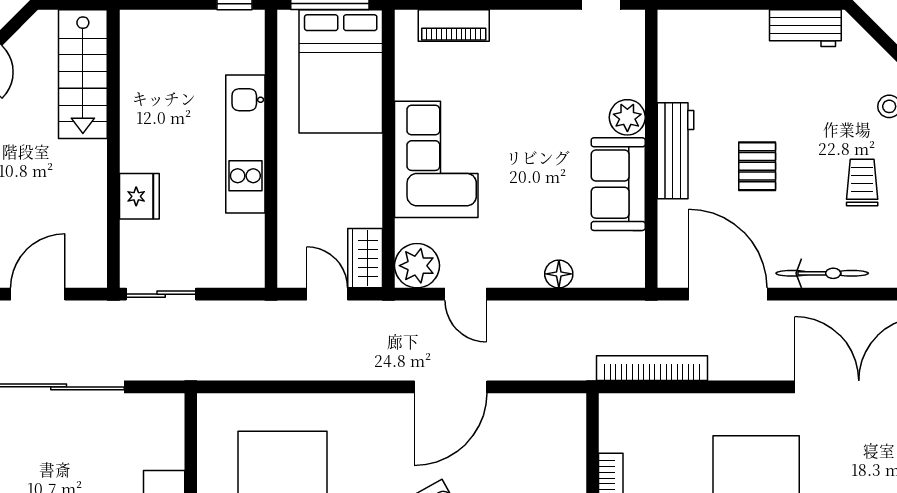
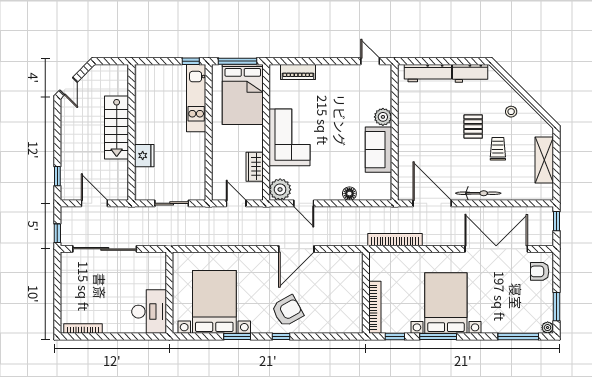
stairs: (83, 74) -> (117, 127), moved
kitchen unit: (245, 144) -> (196, 98), moved
workbench: (676, 151) -> (428, 73), moved, turned 90
pallet: (757, 166) -> (473, 127), moved
wardrobe: (365, 258) -> (255, 167), moved
door: (38, 294) -> (94, 203), hinge flipped
sliding door: (161, 294) -> (172, 203), moved

